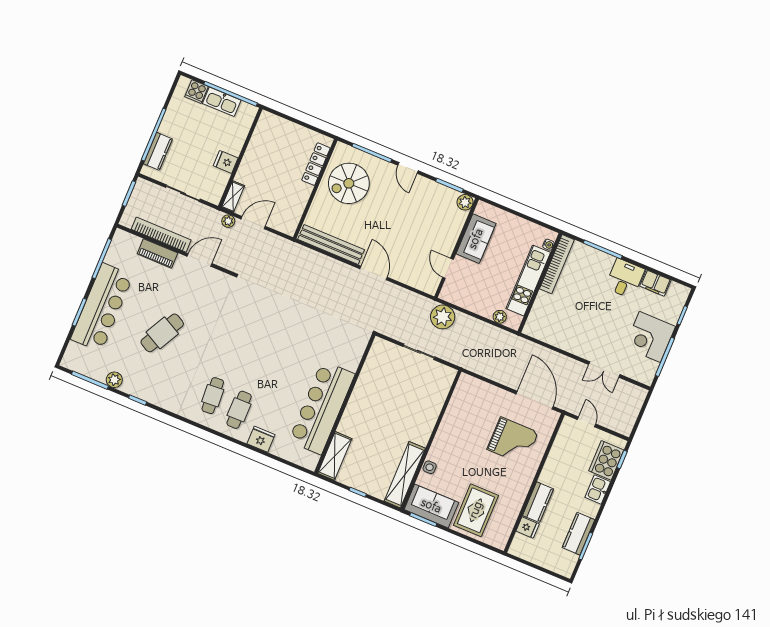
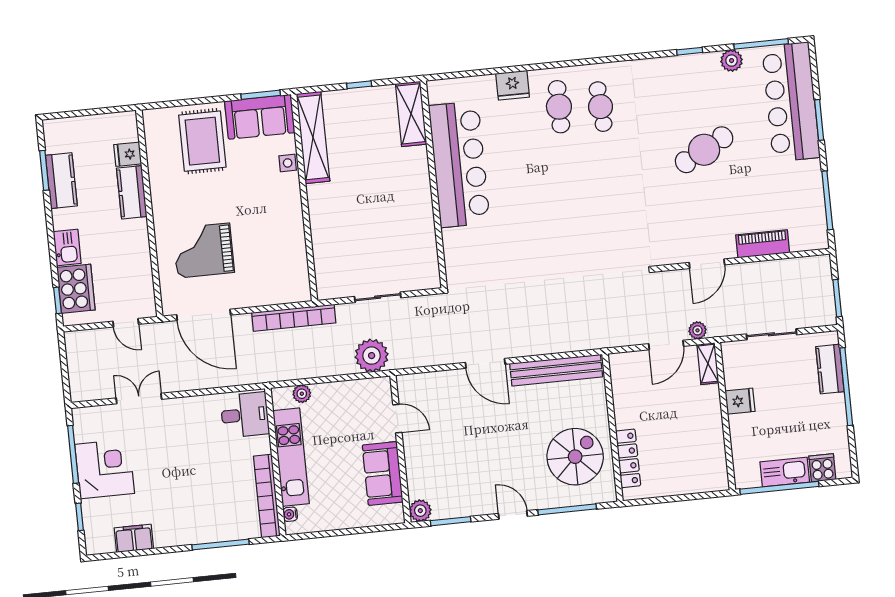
bookcase: (161, 235) -> (294, 318), moved
desk: (625, 279) -> (245, 415), moved, turned -90
bar counter: (102, 307) -> (791, 102), moved
cafe table: (162, 333) -> (704, 150), turned 34

